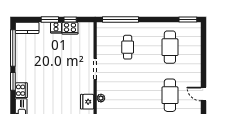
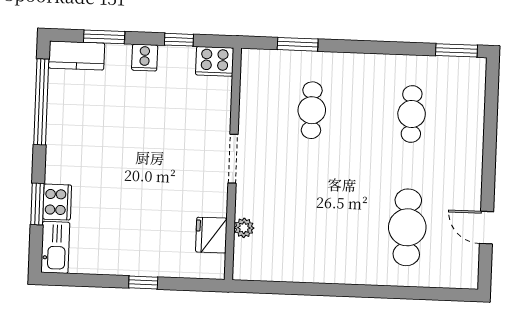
window: (50, 20) -> (104, 37), moved
window: (121, 20) -> (298, 44), width x0.47
cooker: (70, 28) -> (215, 61), moved
cafe table: (170, 47) -> (412, 114), width x0.73, depth x0.74
window: (13, 81) -> (37, 204), moved

